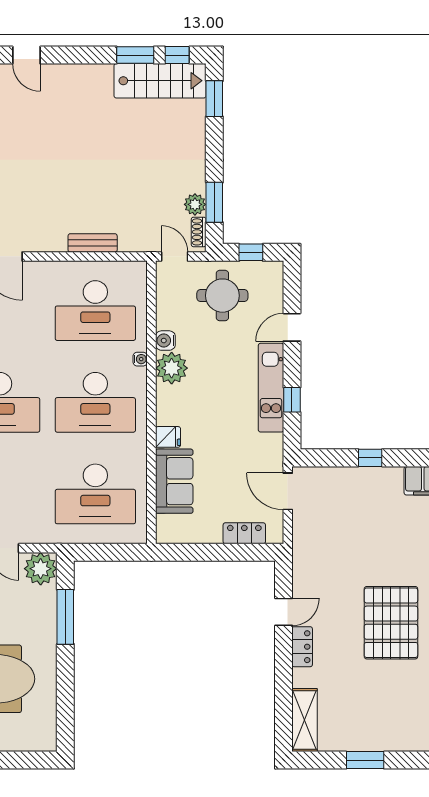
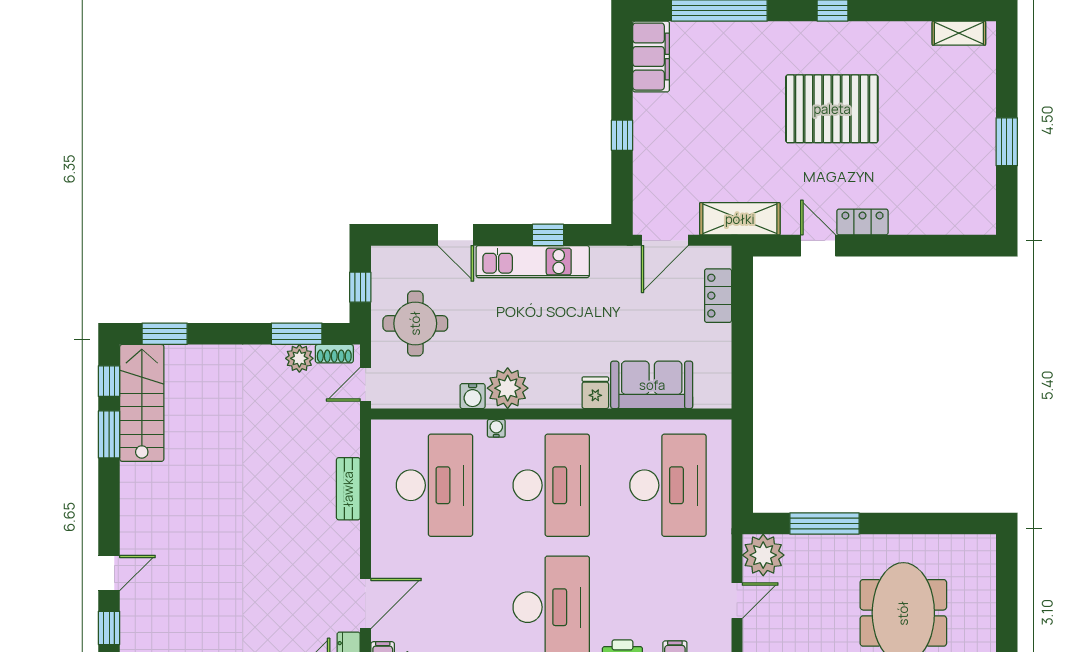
shelving: (305, 720) -> (740, 219), moved

